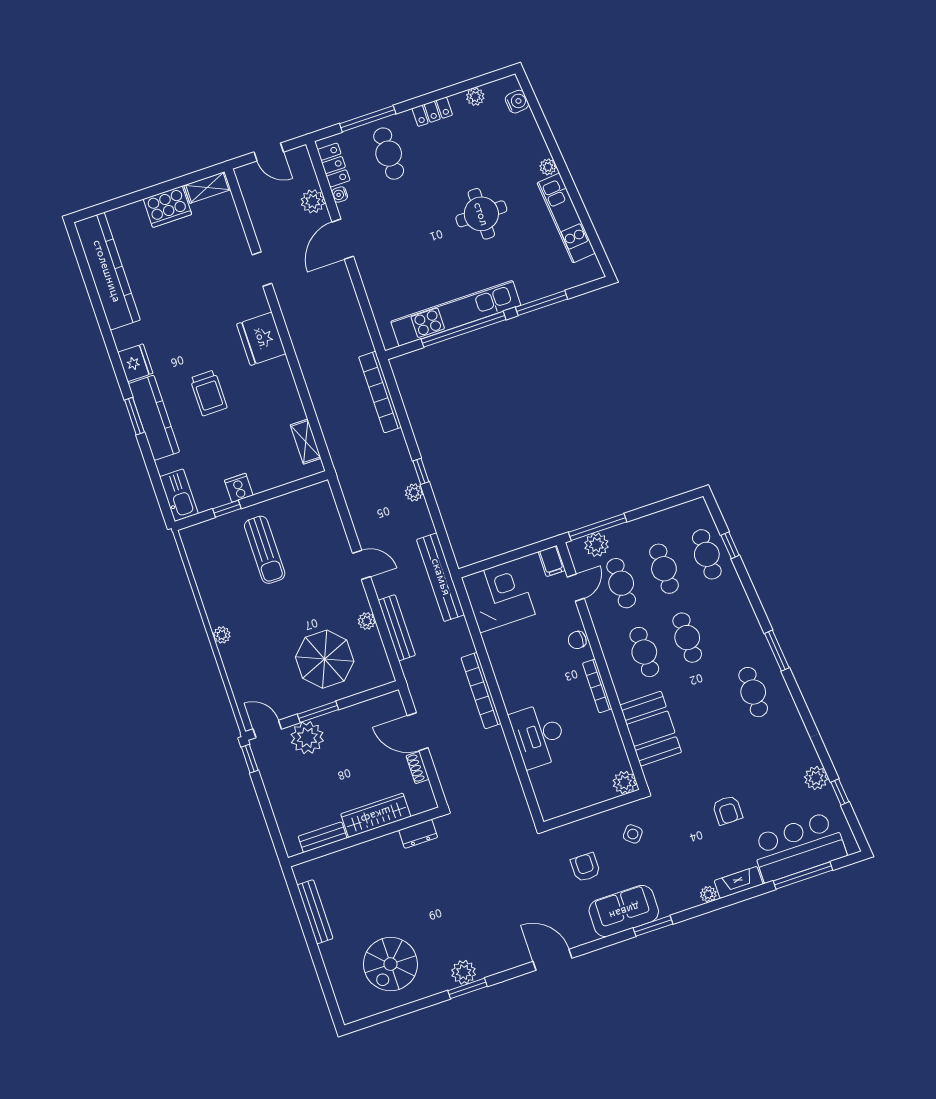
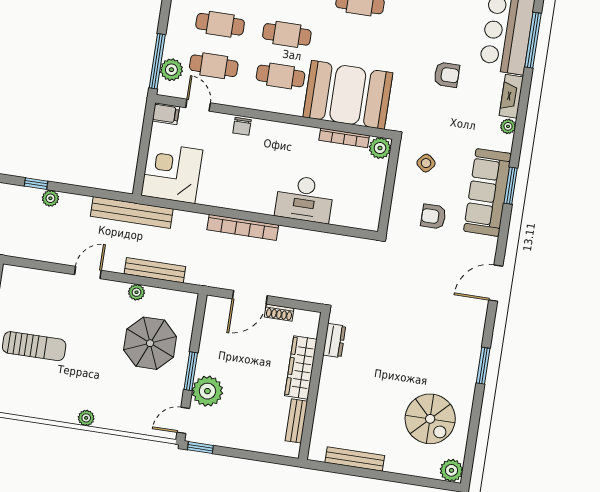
bookcase: (597, 686) -> (344, 138), moved
booth: (651, 729) -> (348, 95), width x1.36, depth x1.42
sofa: (624, 911) -> (488, 192), width x1.36
plant: (464, 972) -> (451, 470), moved

